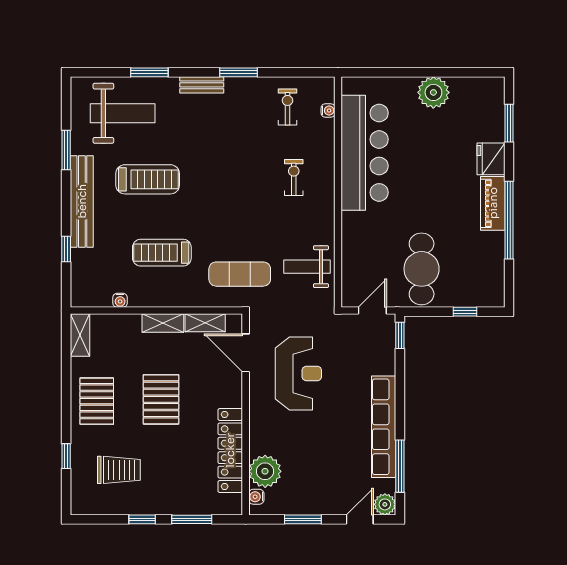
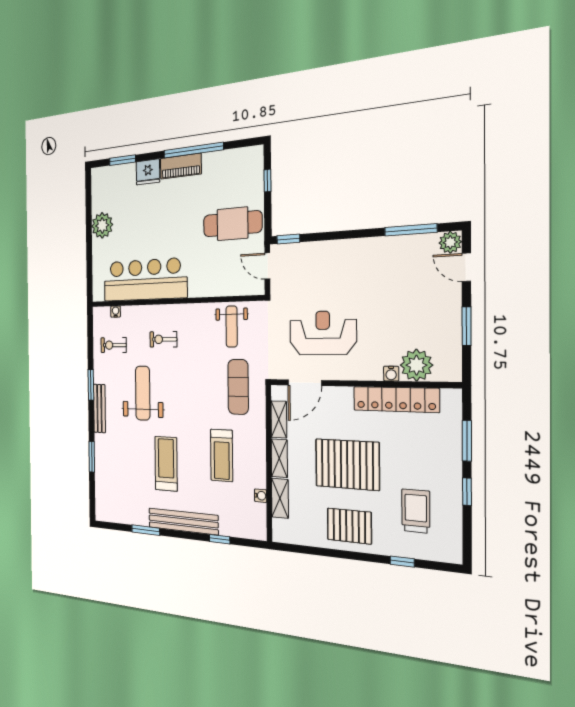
bench: (202, 85) -> (99, 408), width x1.36
weight bench: (123, 113) -> (143, 393), moved
shelving: (80, 335) -> (280, 498), moved, turned 90
pallet: (161, 399) -> (347, 464), width x1.37, depth x1.41
row of seats: (384, 427) -> (372, 249), removed
water cooler: (256, 497) -> (391, 374), moved

